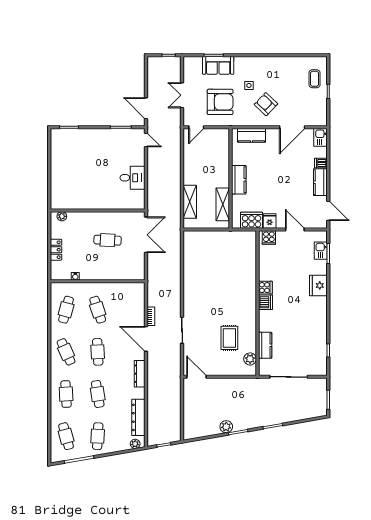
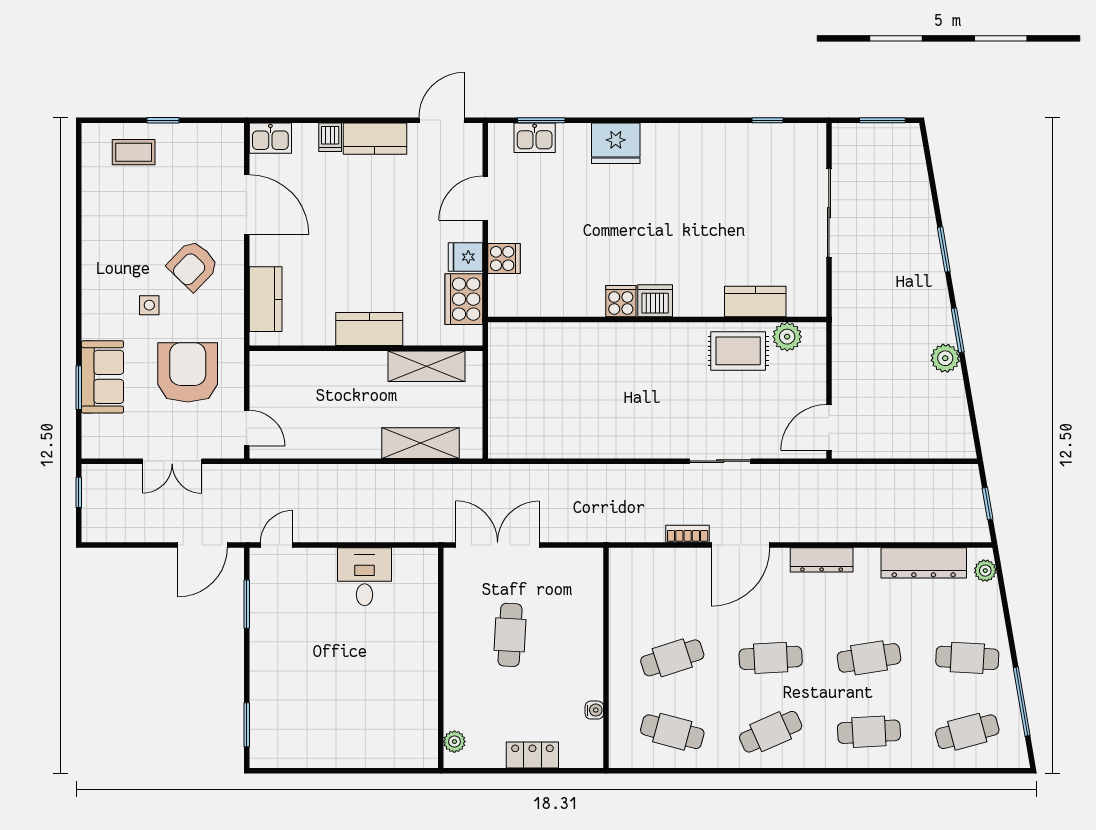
cooker: (265, 288) -> (621, 301), moved
dishwasher: (265, 302) -> (655, 301), moved
wall: (257, 303) -> (657, 320), moved
kitchen counter: (265, 345) -> (755, 302), moved
plant: (250, 359) -> (787, 337), moved

